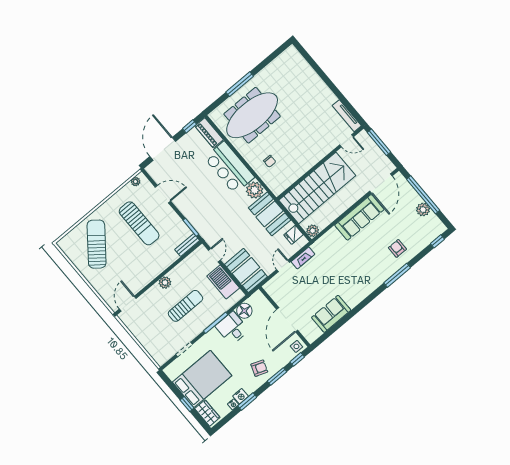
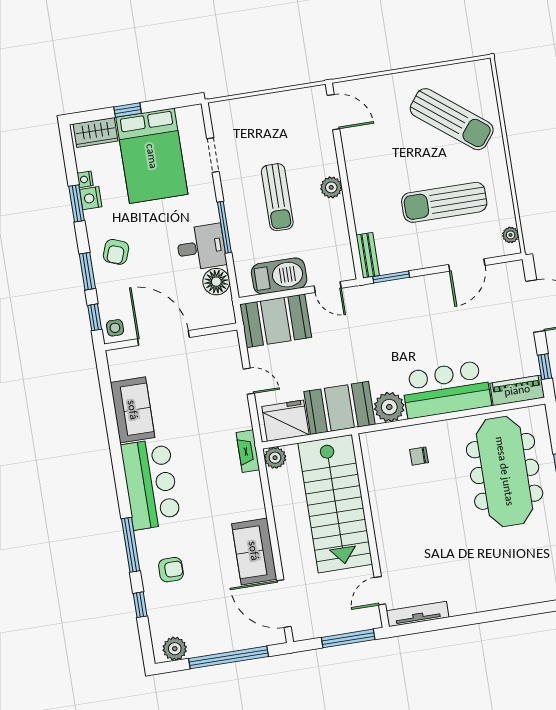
plant: (423, 210) -> (175, 649), moved
sofa: (359, 217) -> (254, 551), width x0.73
fridge: (294, 235) -> (285, 421), width x1.88, depth x1.34
window: (437, 241) -> (140, 605), moved
fireplace: (303, 258) -> (248, 451), moved
bar counter: (362, 283) -> (151, 484), added

